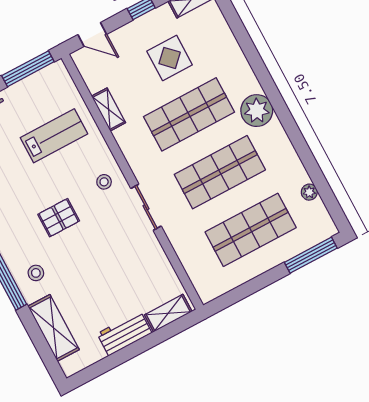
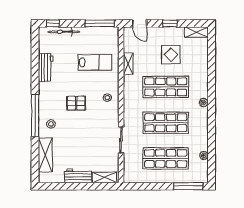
plant: (257, 111) -> (203, 103), width x0.53, depth x0.53
sliding door: (146, 207) -> (121, 140), moved

